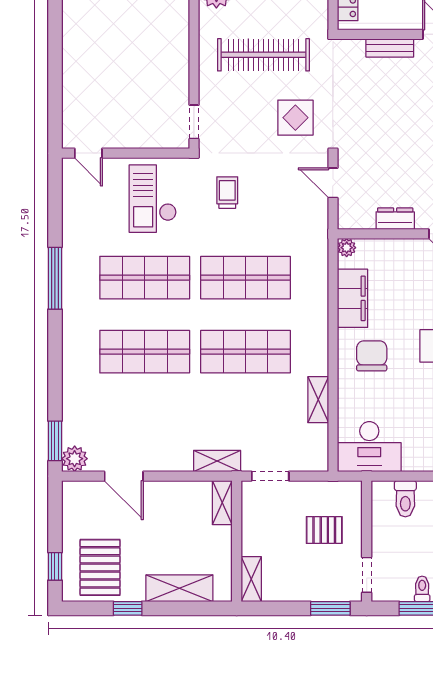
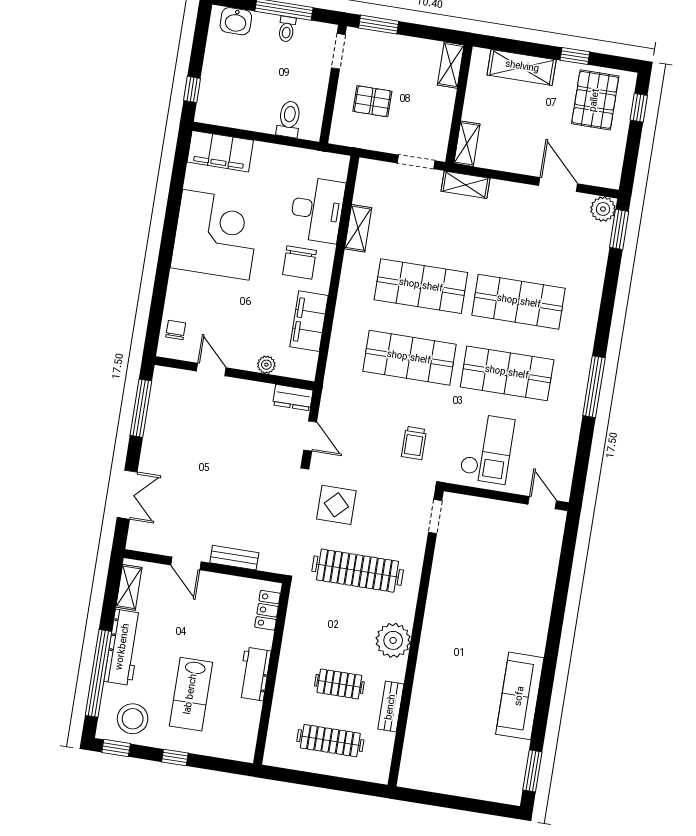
dresser: (395, 219) -> (293, 398), moved
plant: (347, 248) -> (266, 365), moved
desk: (369, 447) -> (317, 210), moved, turned 90

